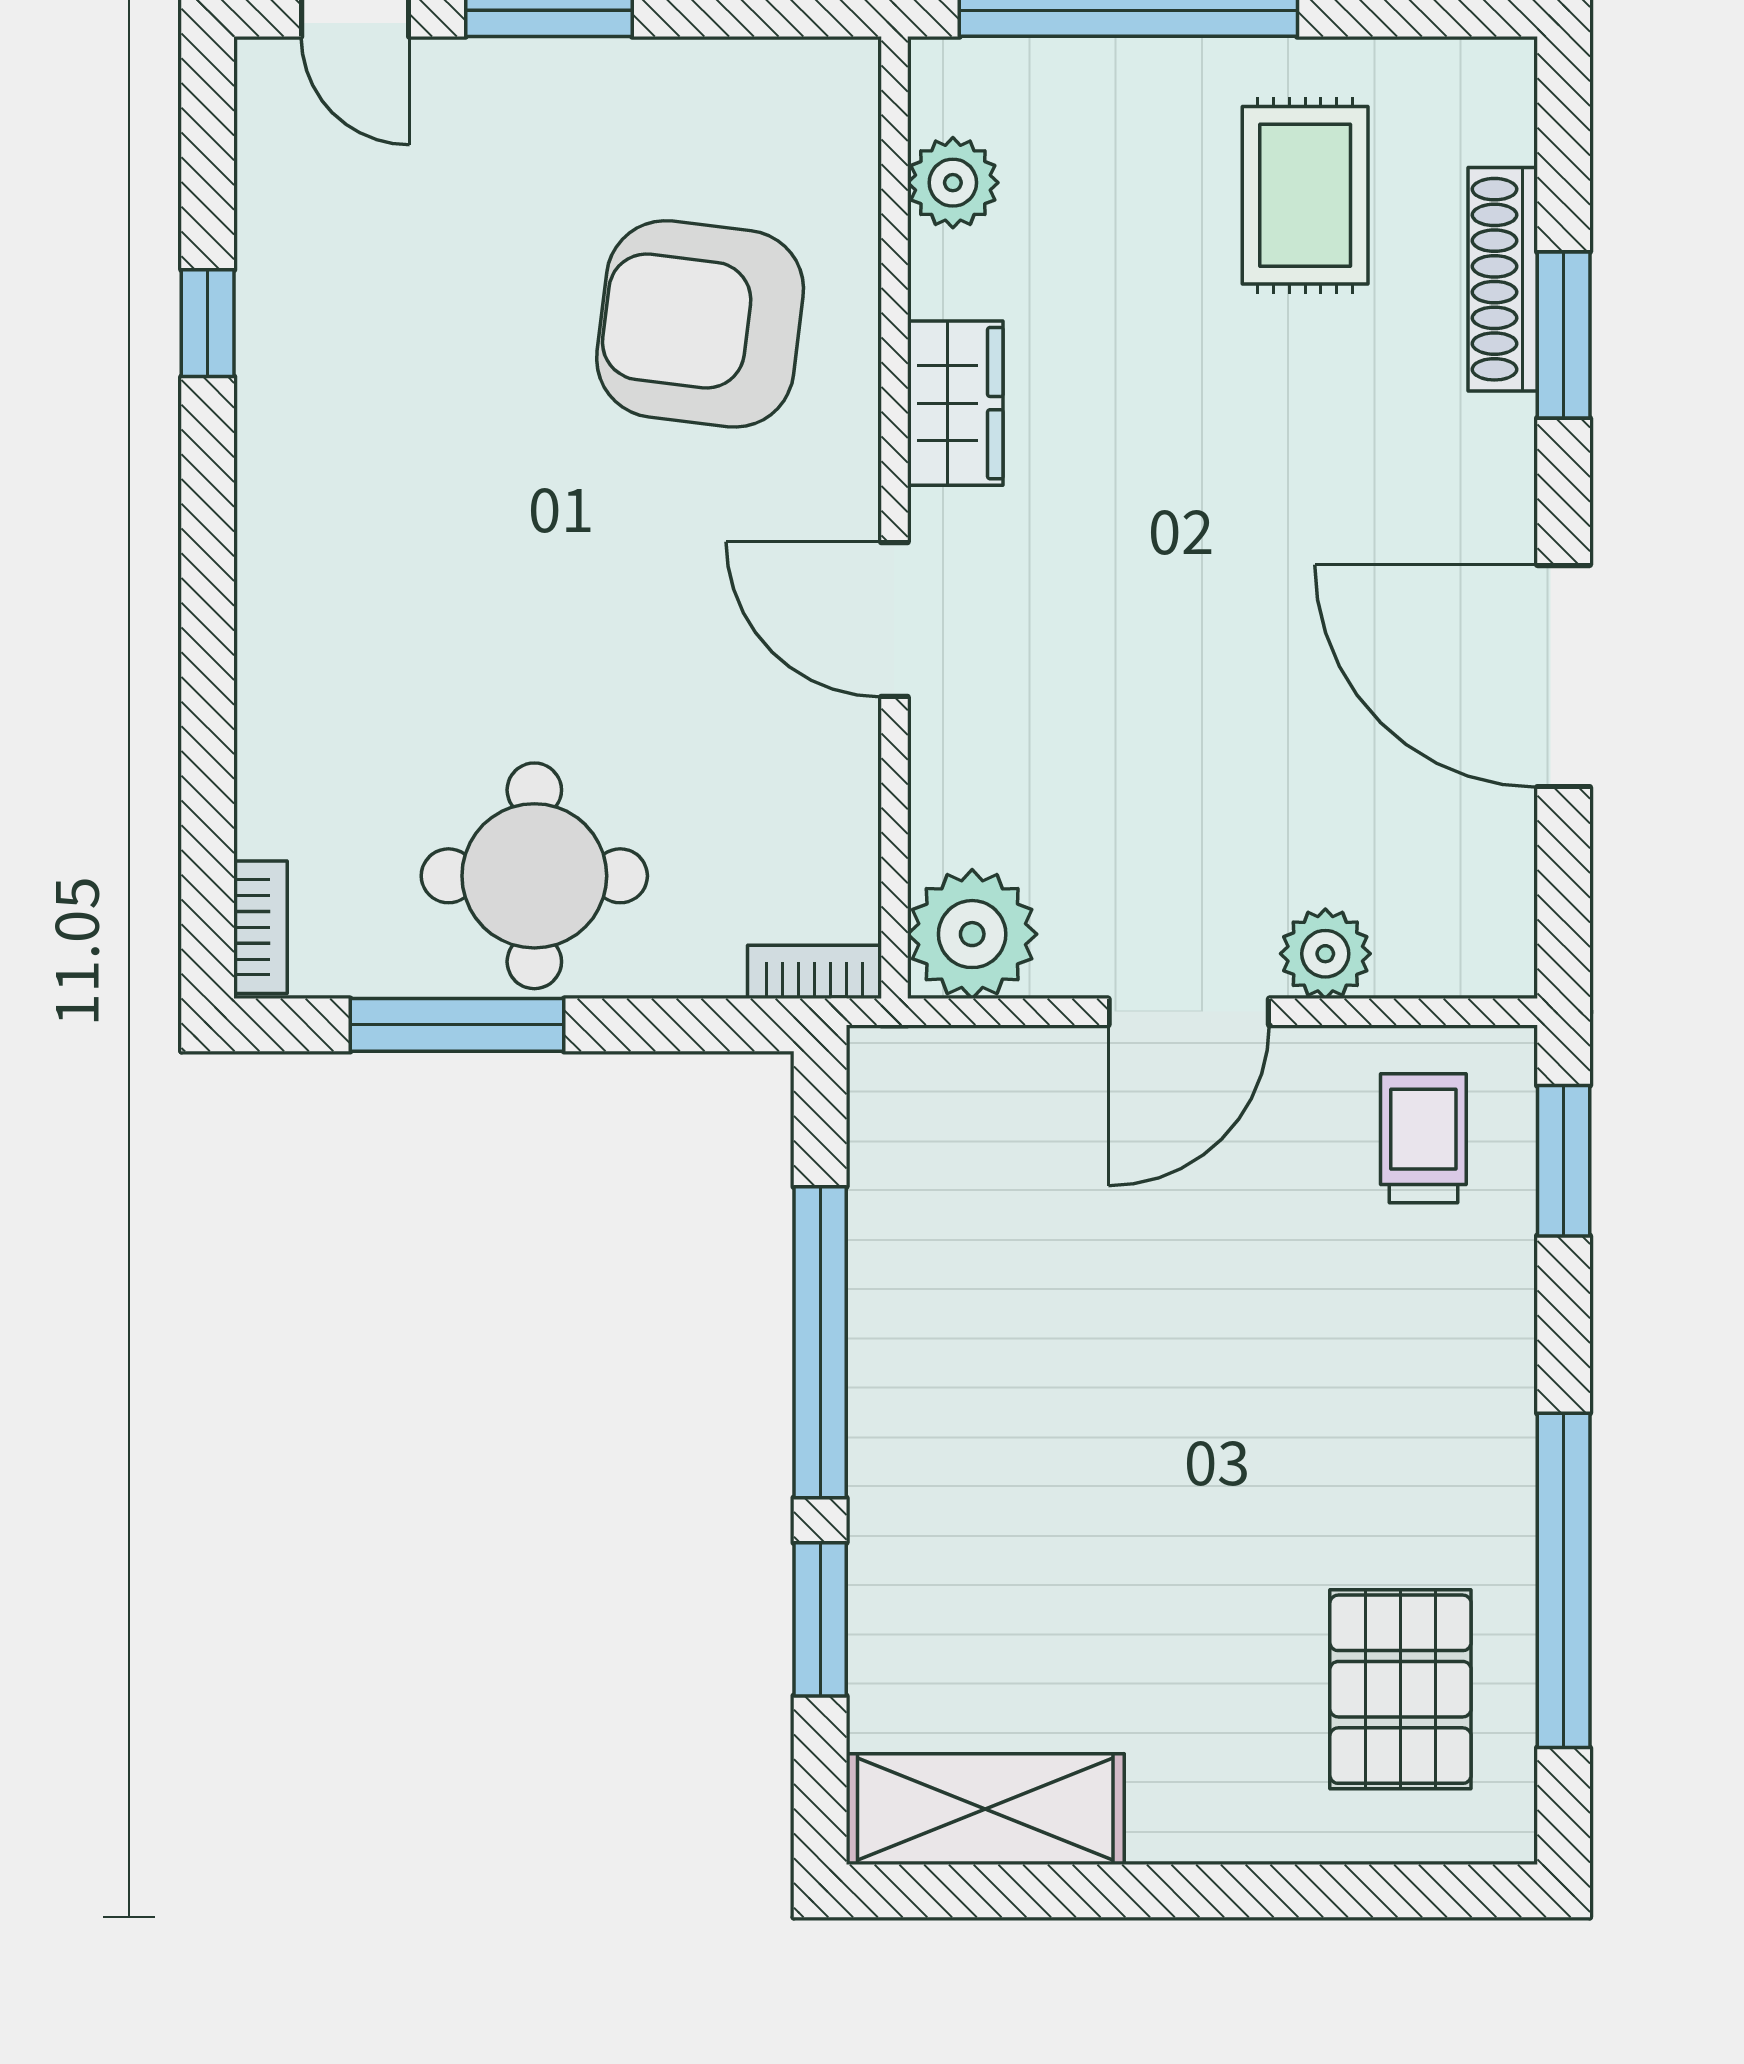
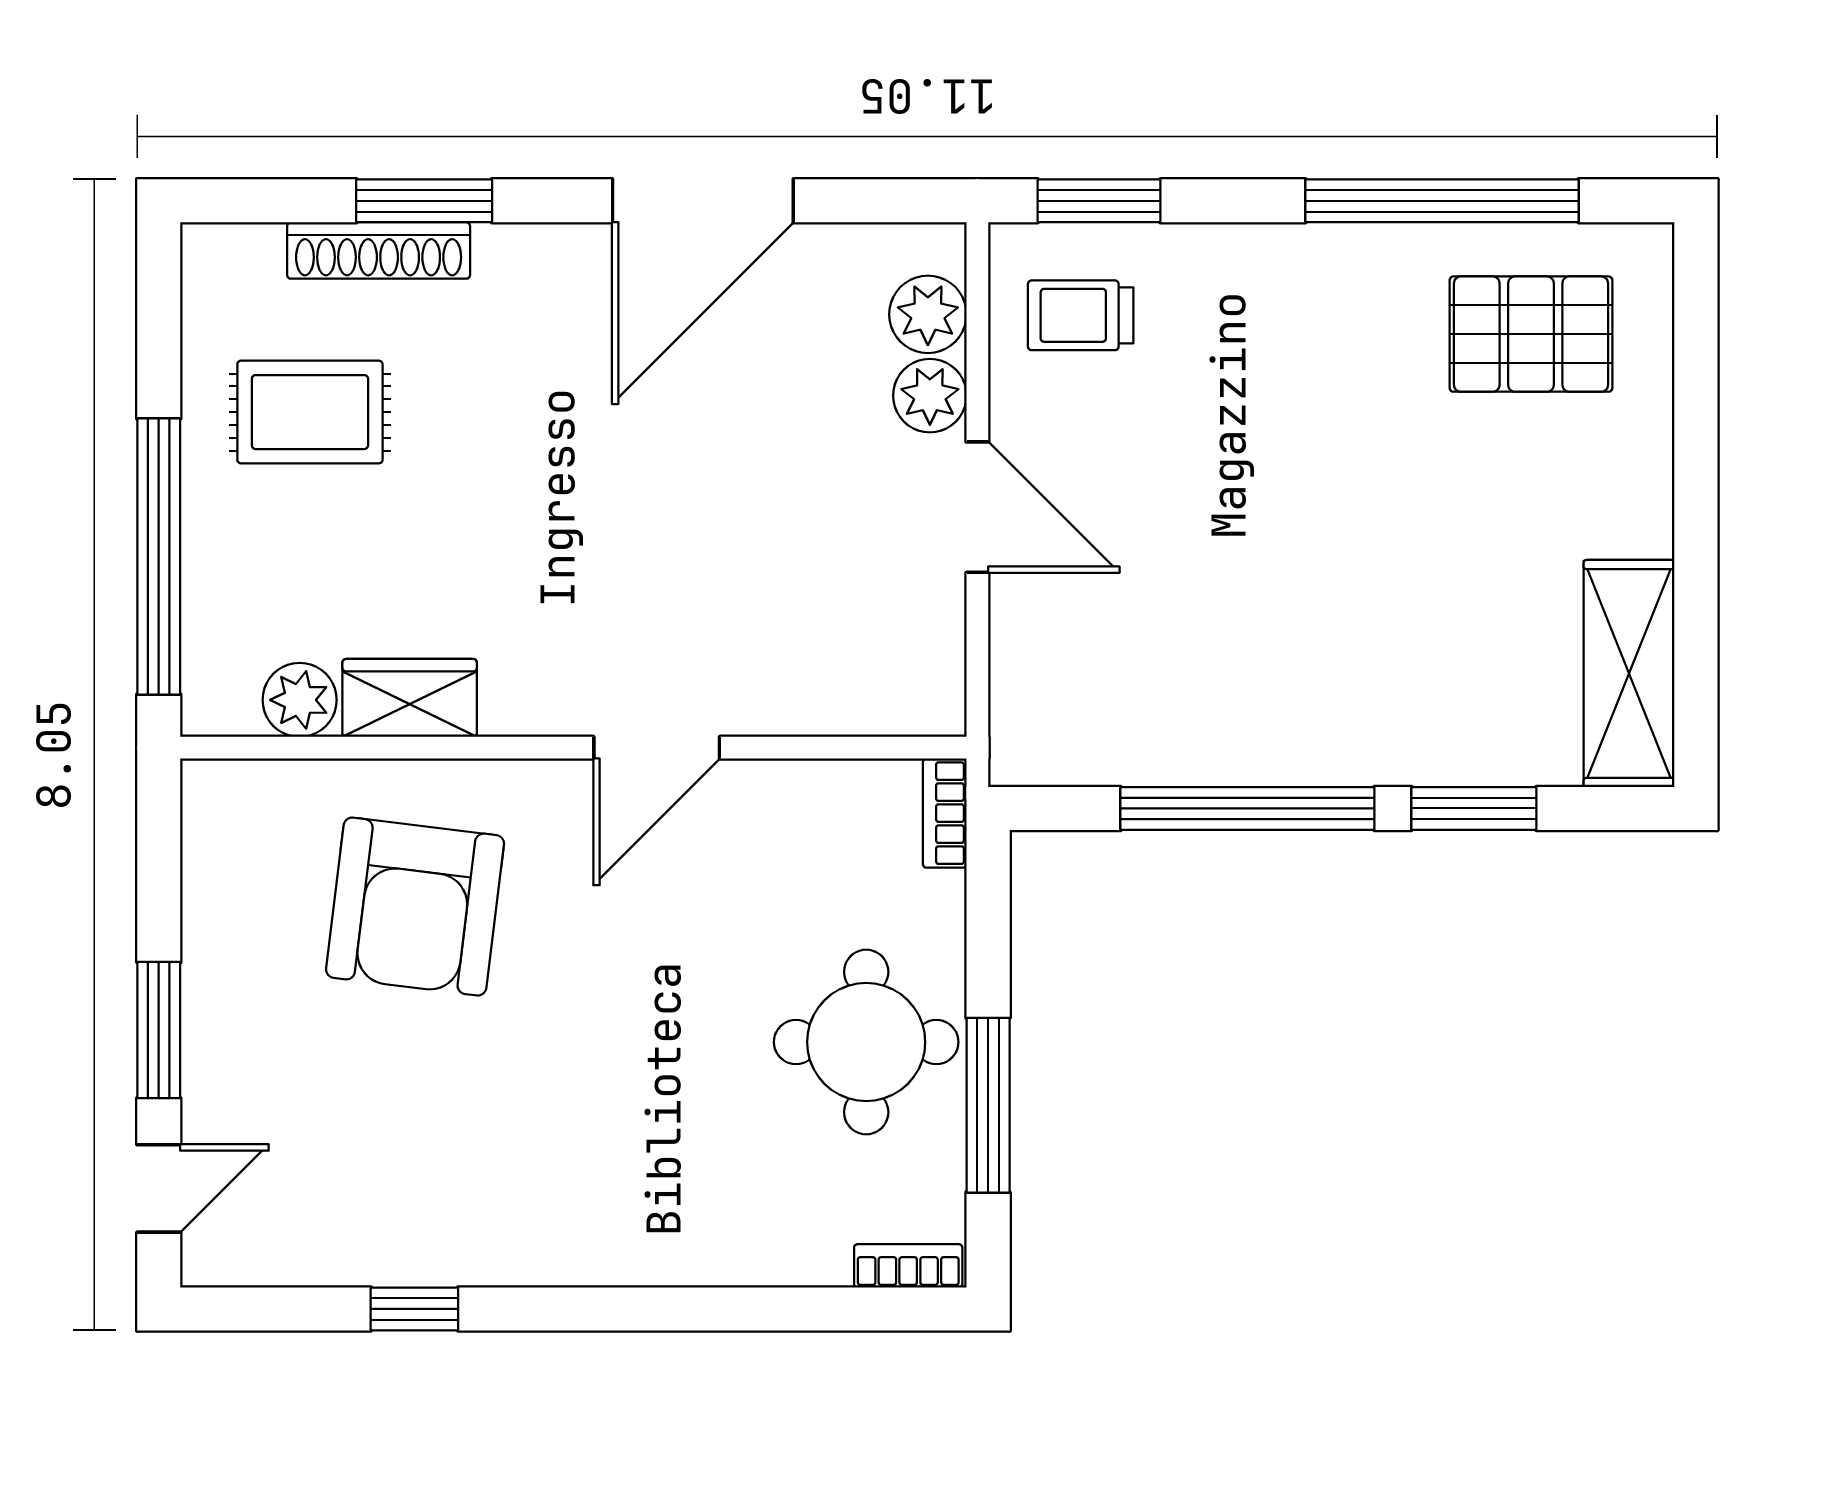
wardrobe: (955, 403) -> (410, 698), moved
plant: (972, 934) -> (928, 314), moved, width x0.73, depth x0.73

